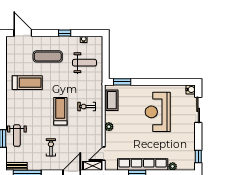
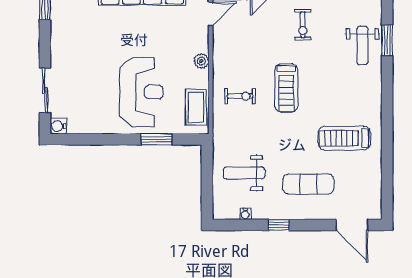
window: (122, 82) -> (156, 139), moved
reception desk: (158, 112) -> (141, 92), moved
weight bench: (17, 136) -> (362, 45), turned 180

